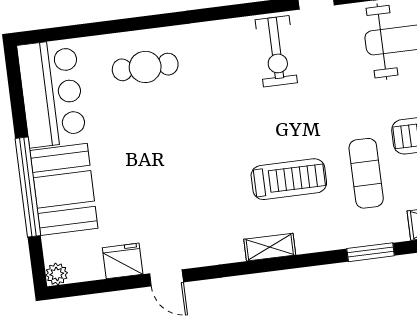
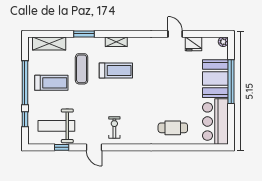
exercise bike: (276, 51) -> (114, 127), width x0.73, depth x0.72
treadmill: (289, 179) -> (116, 71), turned 180
shelving: (270, 247) -> (116, 42), moved

